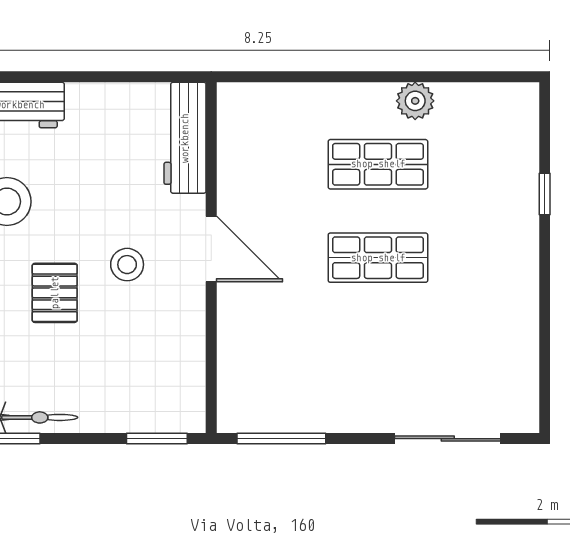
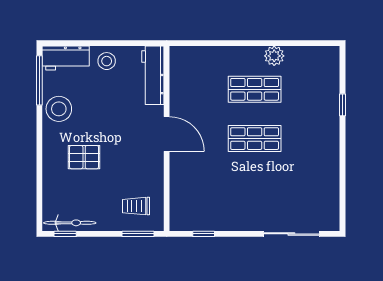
stool: (127, 265) -> (107, 61), moved
pallet: (55, 293) -> (84, 157), turned 90
trolley: (153, 386) -> (136, 206), added
window: (281, 439) -> (204, 234), width x0.46

